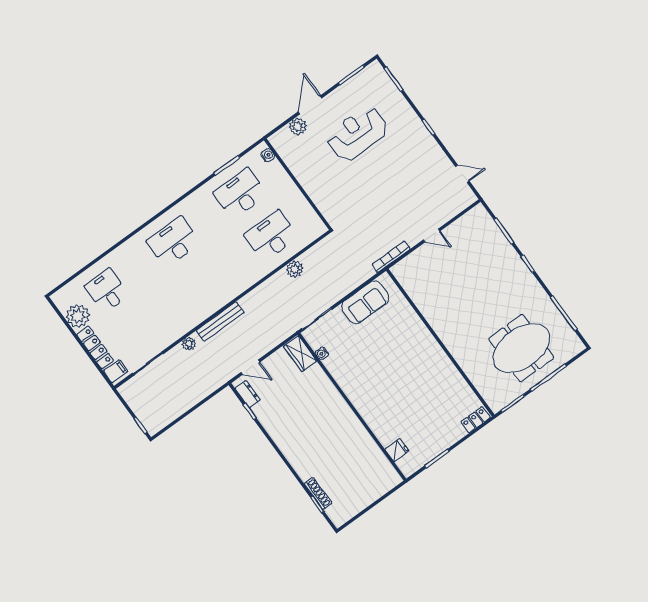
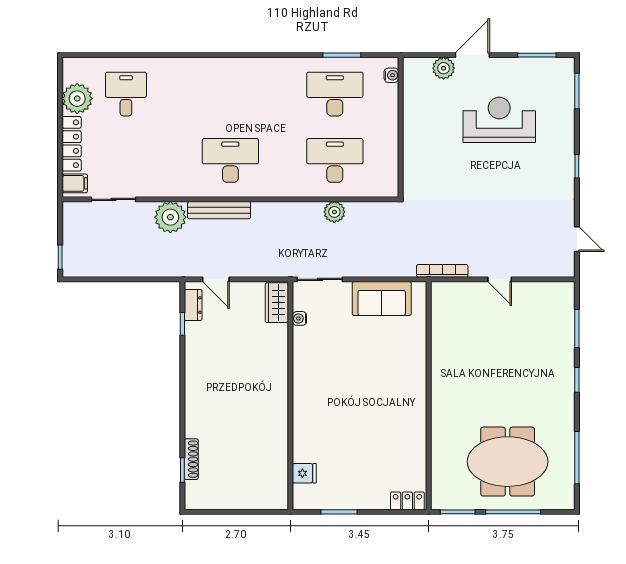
desk: (174, 242) -> (230, 160), moved
plant: (189, 344) -> (170, 217), width x1.88, depth x1.88

